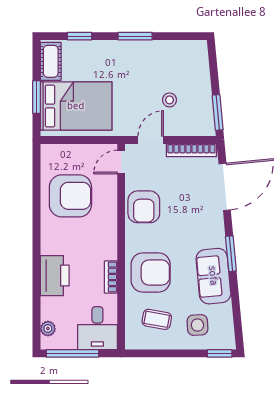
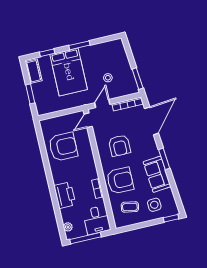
bed: (76, 106) -> (69, 72), moved, turned 90
armchair: (144, 207) -> (120, 146), moved

